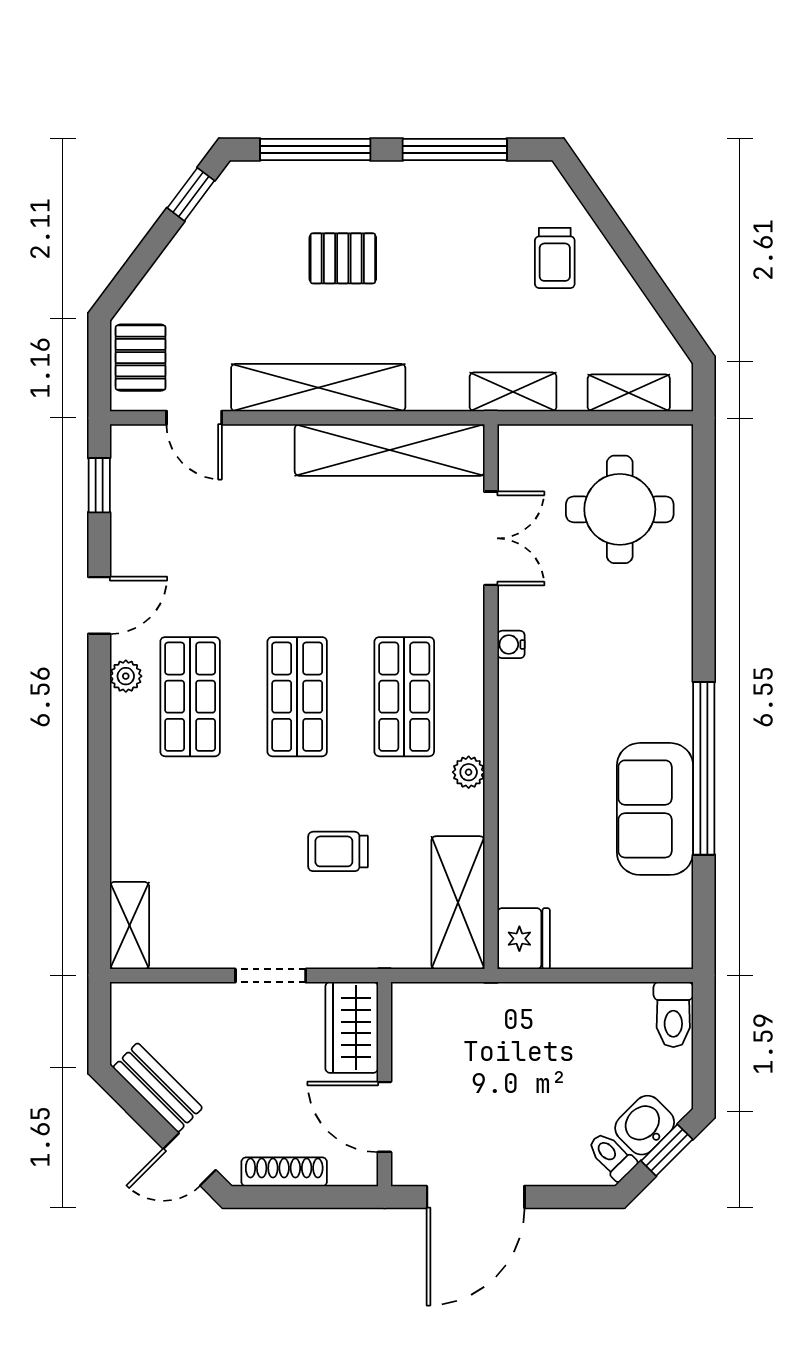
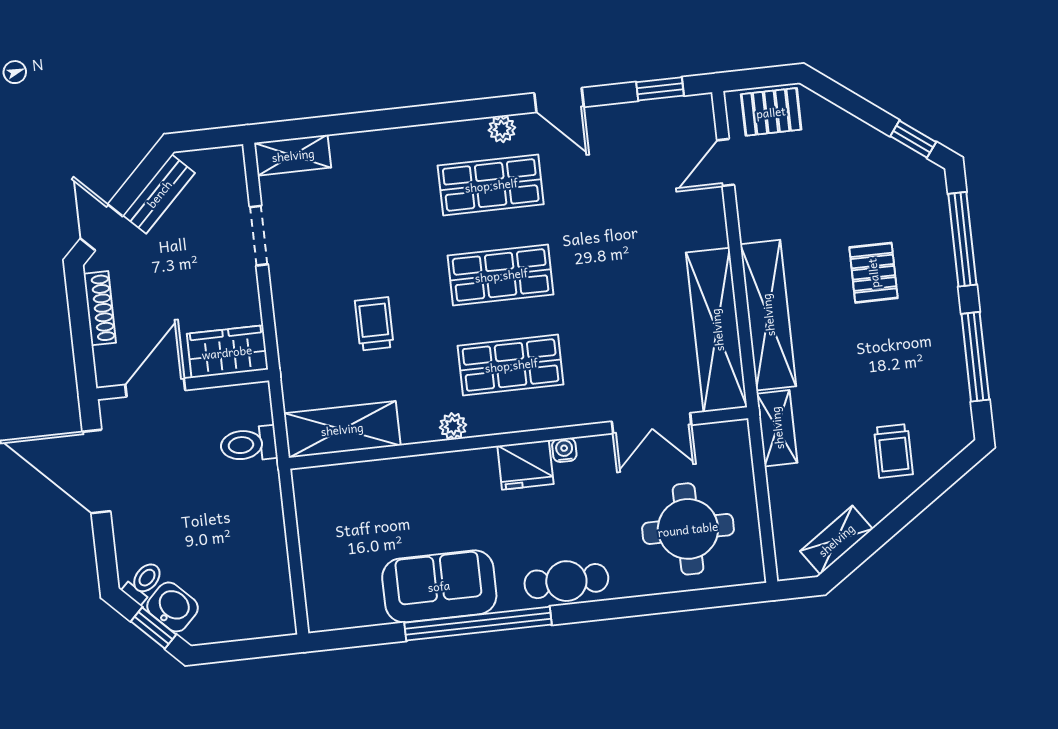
trolley: (555, 258) -> (893, 451), turned -90
shelving: (318, 388) -> (768, 315), moved
shelving: (629, 393) -> (836, 540), moved, turned 55
cafe table: (665, 659) -> (566, 581), added
fridge: (524, 939) -> (525, 465), moved
doorway: (271, 976) -> (259, 236), moved
toilet: (673, 1015) -> (249, 444), moved

